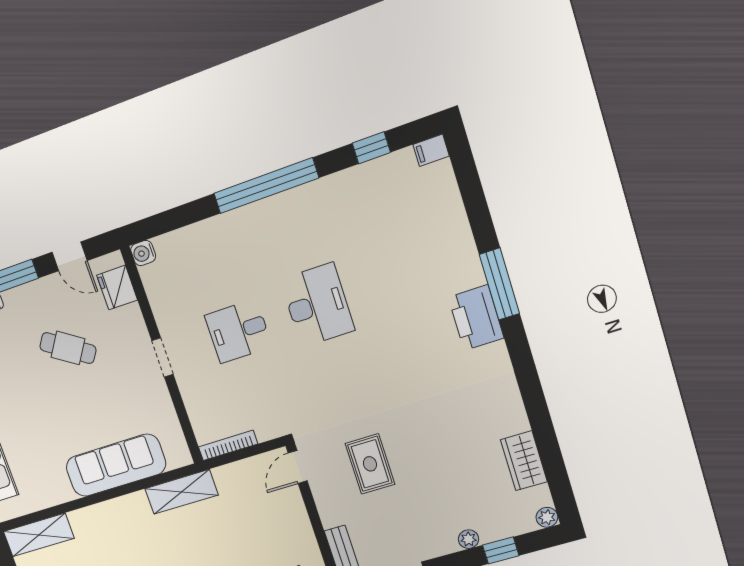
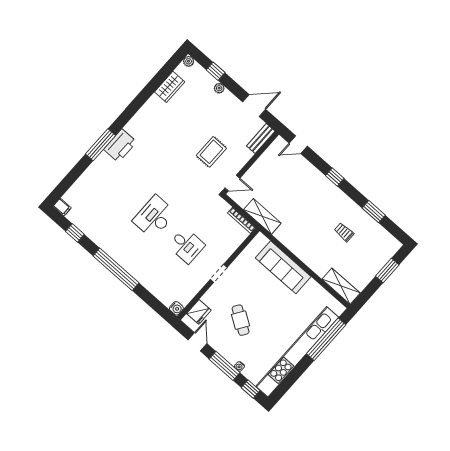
shelving: (181, 492) -> (262, 216), moved

